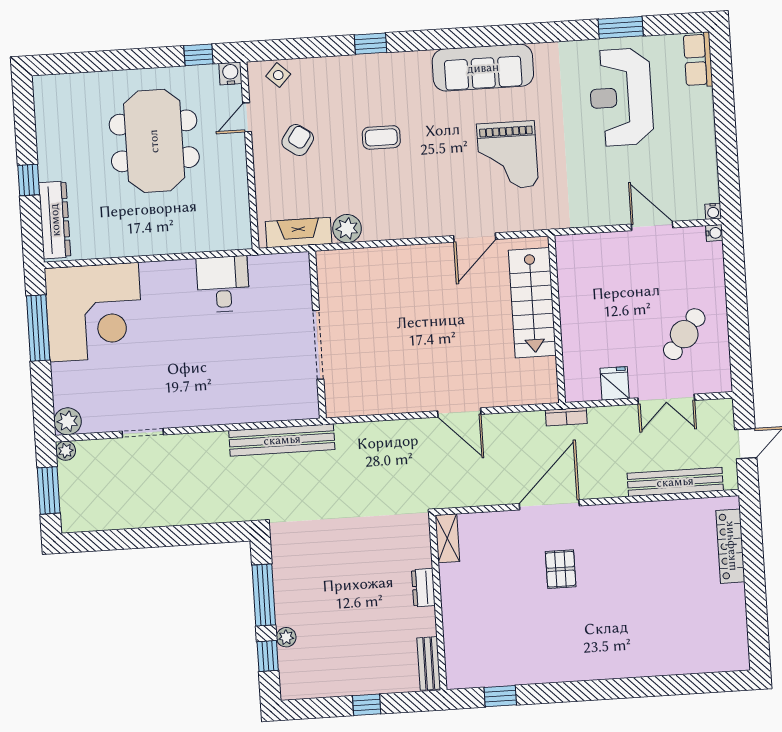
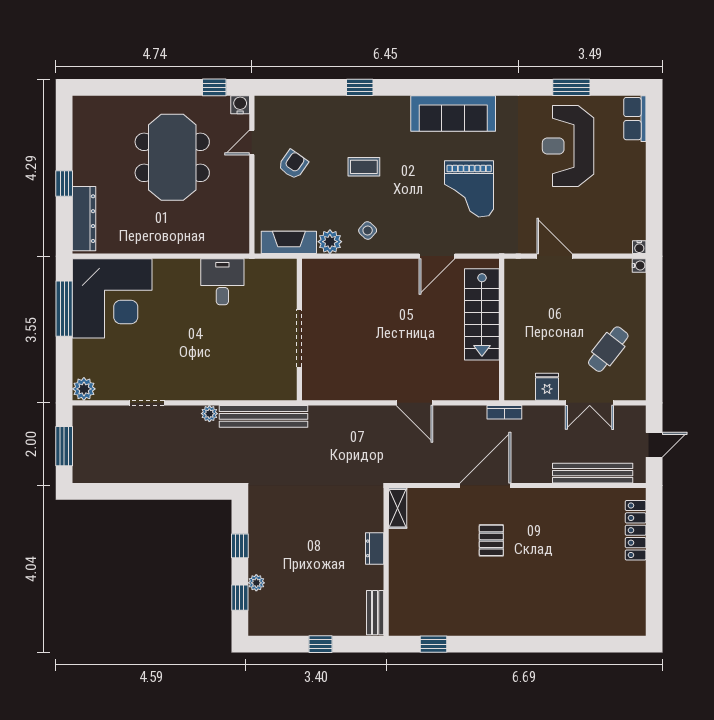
side table: (278, 75) -> (368, 231), moved
door: (652, 226) -> (554, 256), moved
plant: (66, 451) -> (209, 414), moved
window: (264, 595) -> (240, 546), width x0.46

